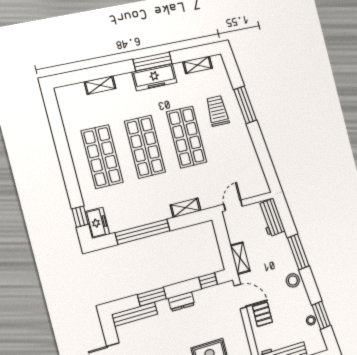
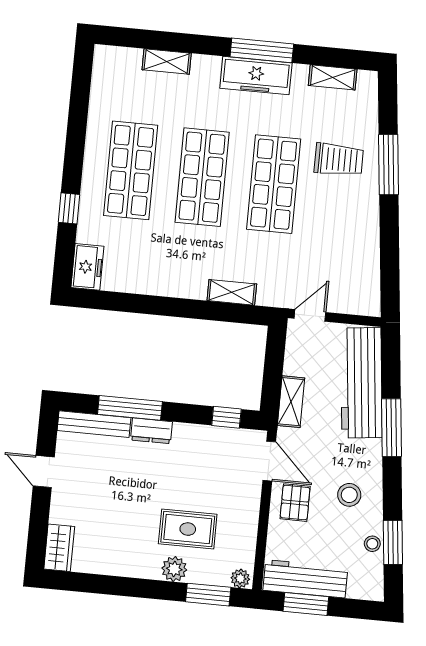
trolley: (217, 111) -> (339, 160), turned 90
window: (80, 216) -> (69, 208), moved
workbench: (271, 218) -> (361, 383), width x1.88, depth x1.32
window: (143, 232) -> (151, 305), removed
stool: (293, 280) -> (349, 495), moved
window: (152, 297) -> (130, 408), width x1.44
dresser: (181, 302) -> (151, 431), moved

